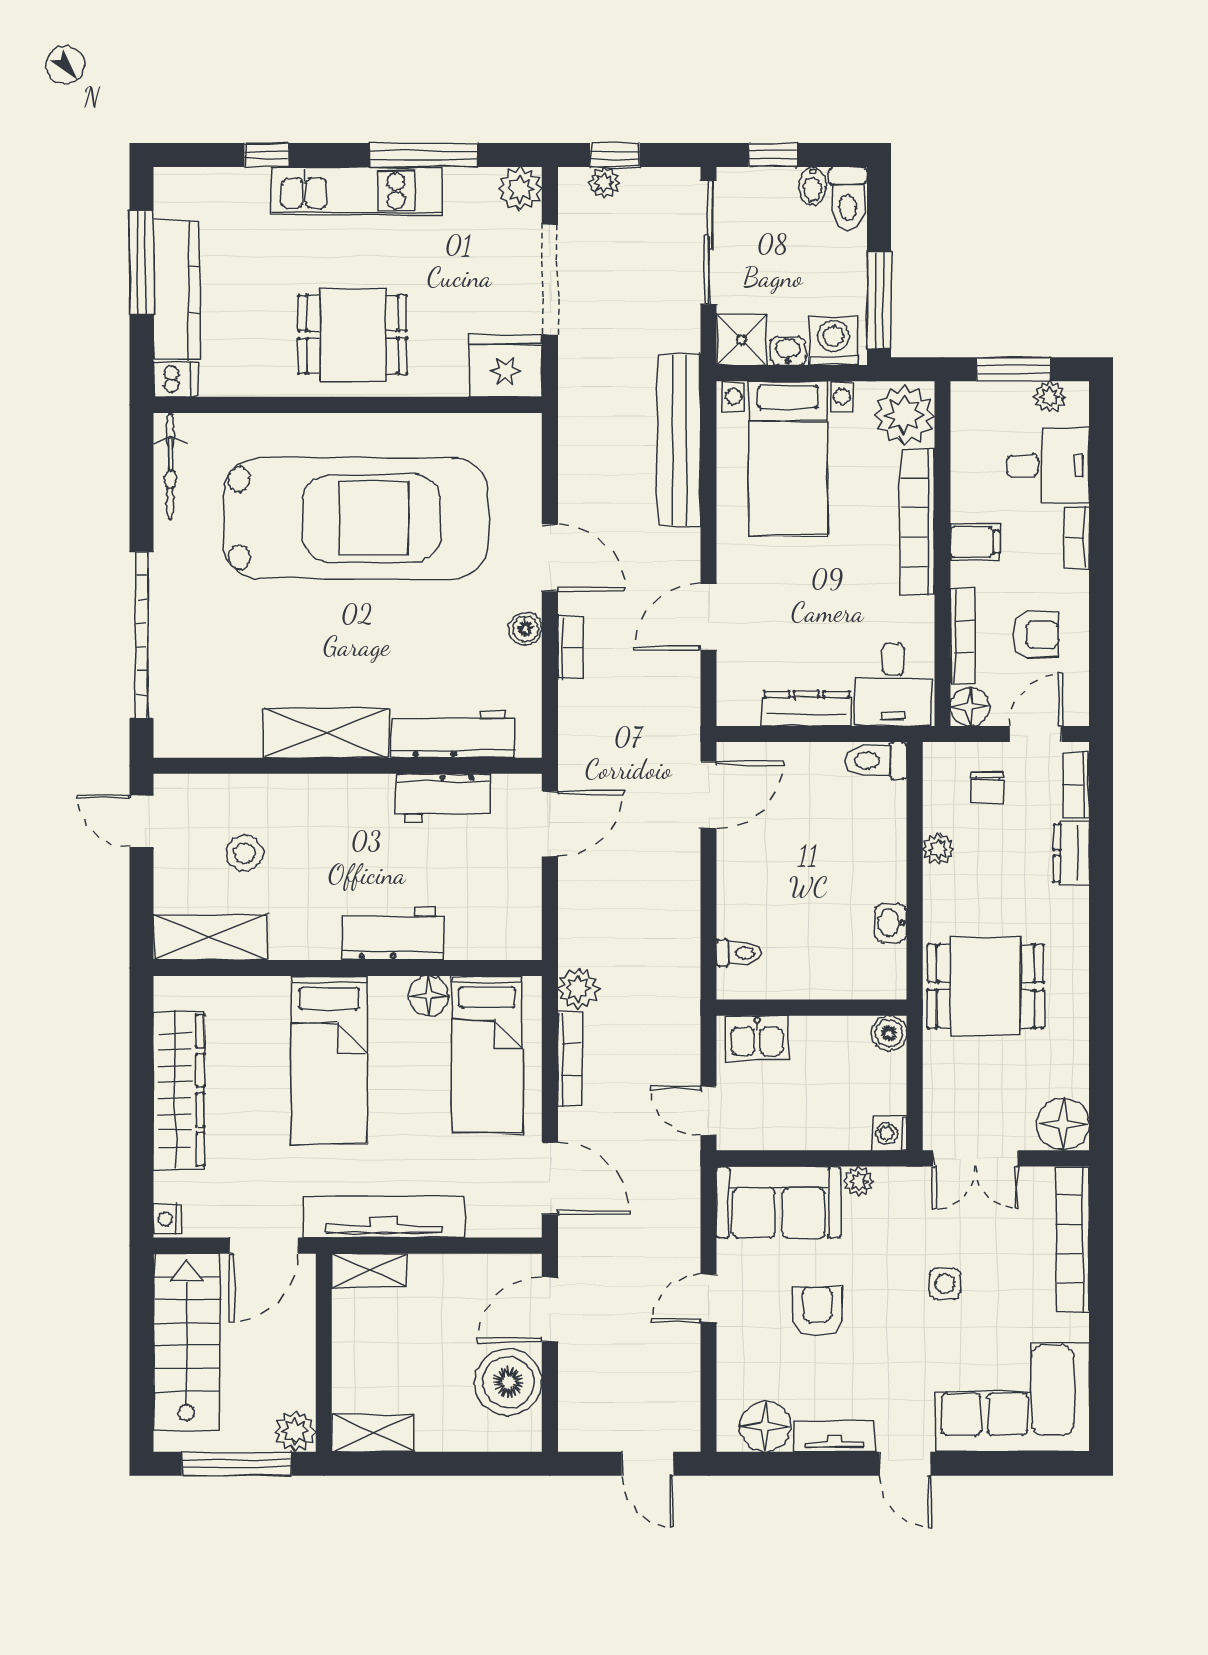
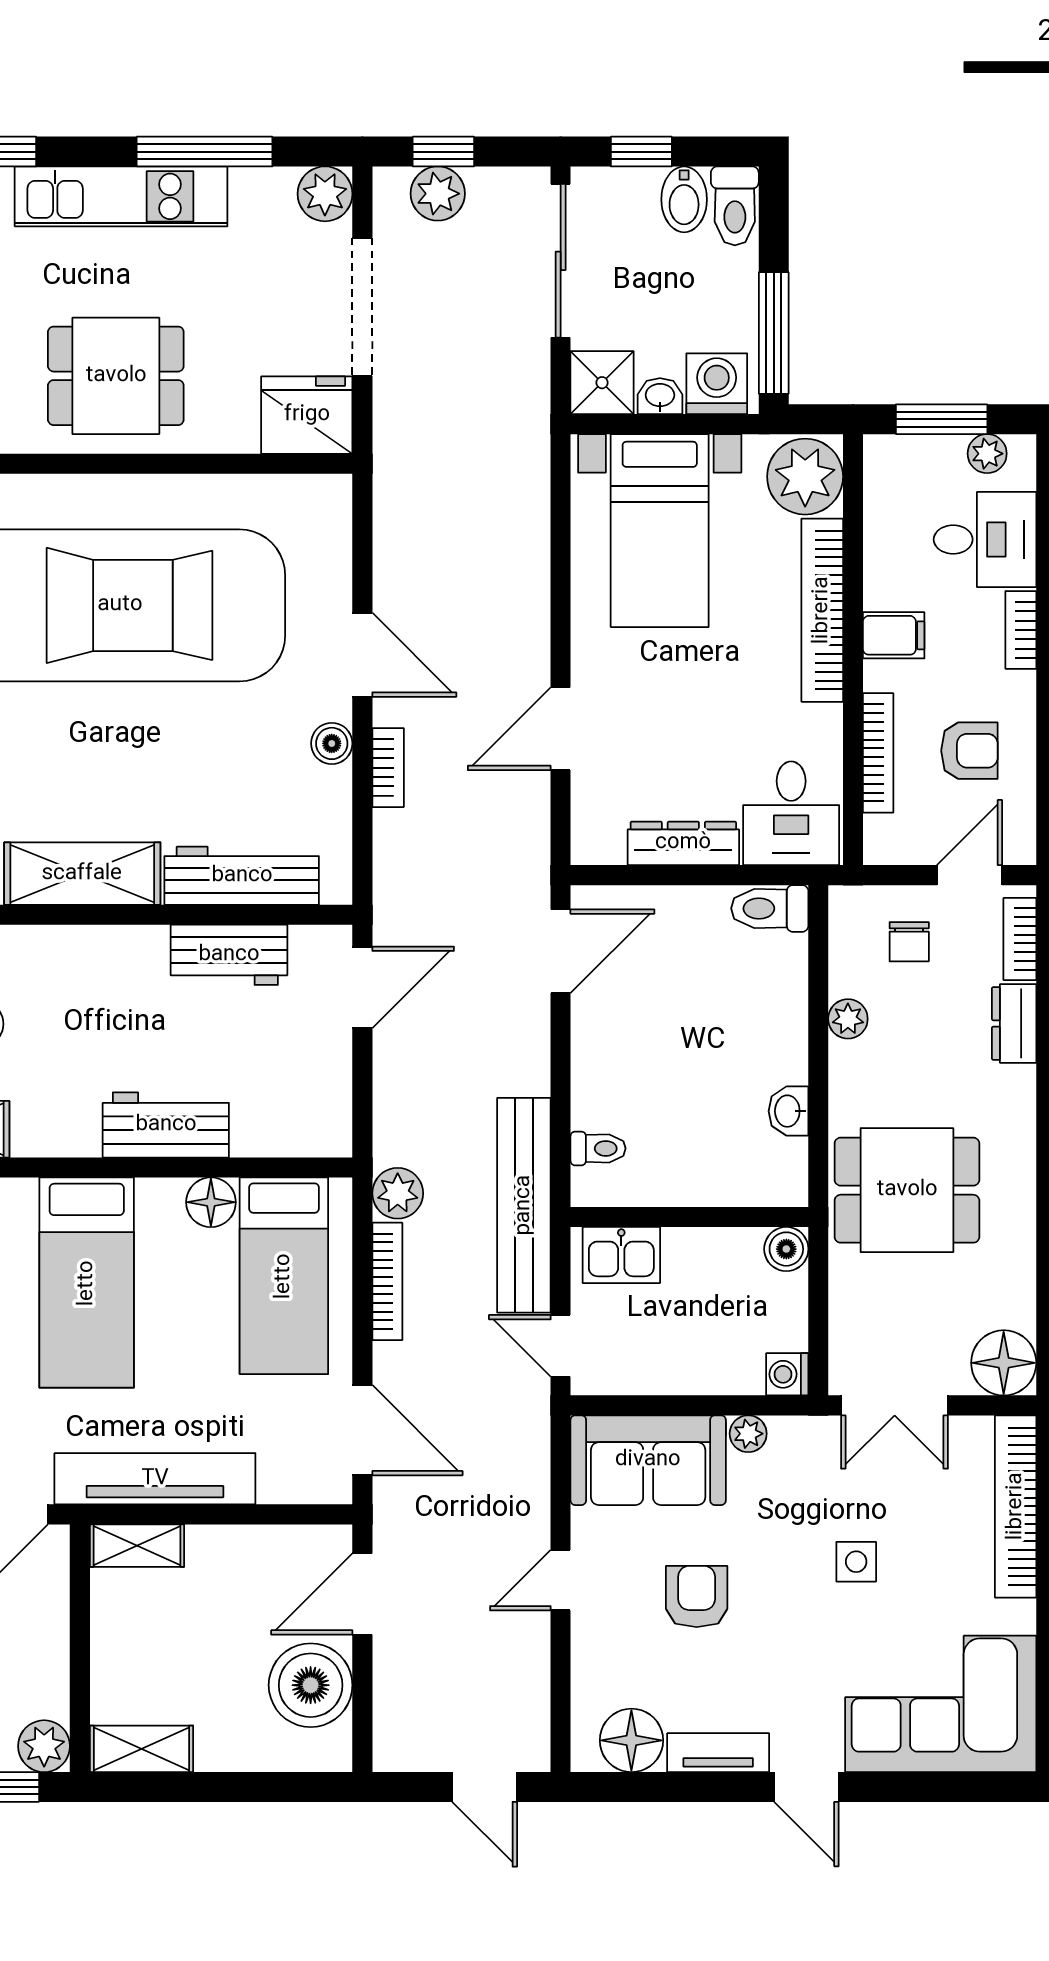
plant: (604, 183) -> (438, 194), width x1.38, depth x1.38
bidet: (812, 186) -> (684, 199), width x1.38, depth x1.36
bench: (679, 440) -> (524, 1205), moved
floor lamp: (970, 707) -> (887, 841), removed

